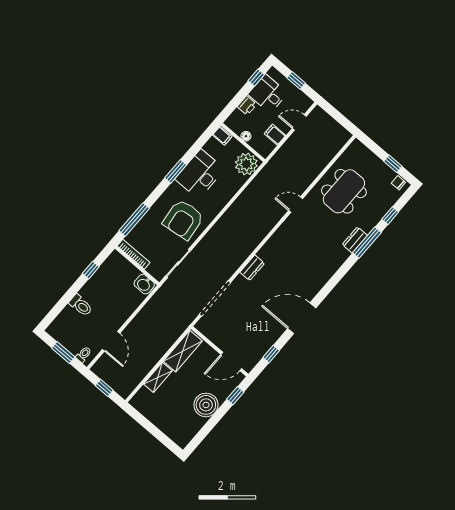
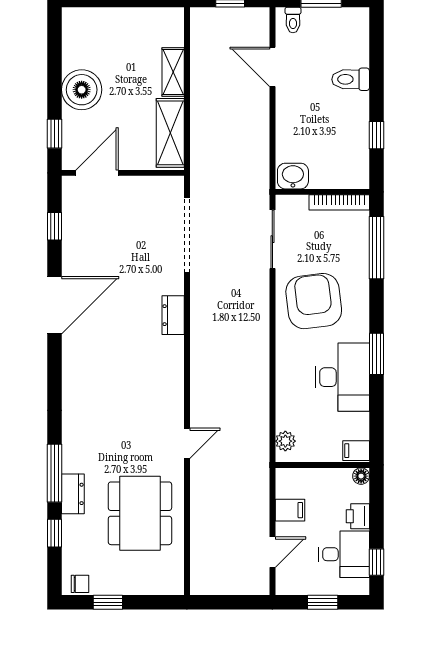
floor lamp: (246, 136) -> (361, 476), moved
plant: (246, 164) -> (285, 441), width x0.53, depth x0.53
dresser: (355, 240) -> (73, 494), moved

